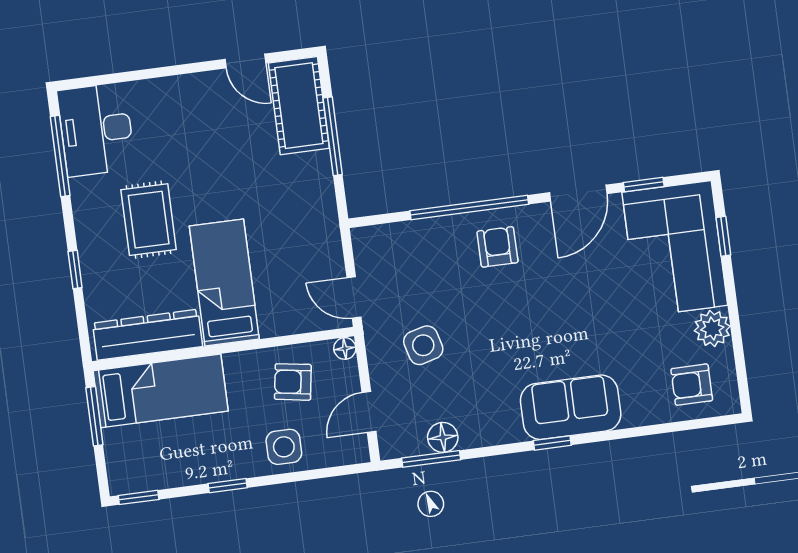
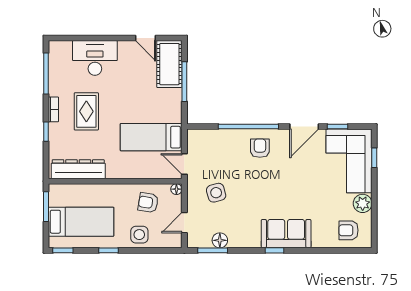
desk: (96, 130) -> (95, 58), moved, turned 90
bookcase: (84, 224) -> (53, 109), added
bed: (224, 283) -> (151, 137), moved, turned -90
bed: (161, 391) -> (81, 222), moved

